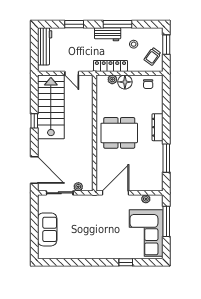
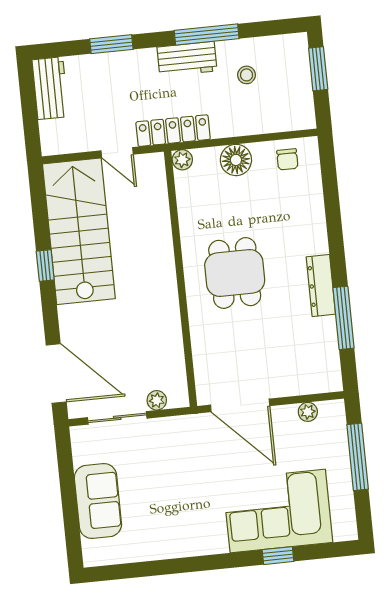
workbench: (45, 46) -> (50, 88), width x0.73
trolley: (152, 56) -> (291, 98), removed
locker: (110, 66) -> (173, 131), moved
plant: (112, 79) -> (182, 160), moved
dresser: (157, 127) -> (321, 286), moved
dining table: (119, 133) -> (235, 273), width x0.73
door: (116, 193) -> (240, 405), swing flipped
corner sofa: (146, 233) -> (278, 511), moved, turned 90

